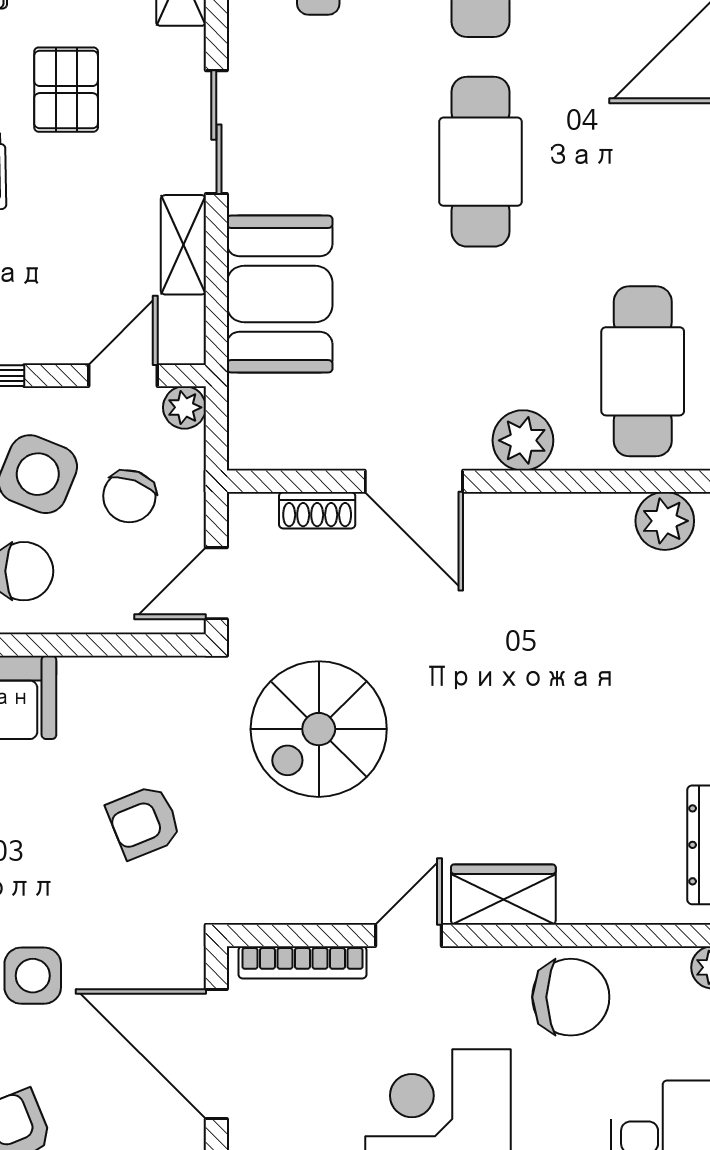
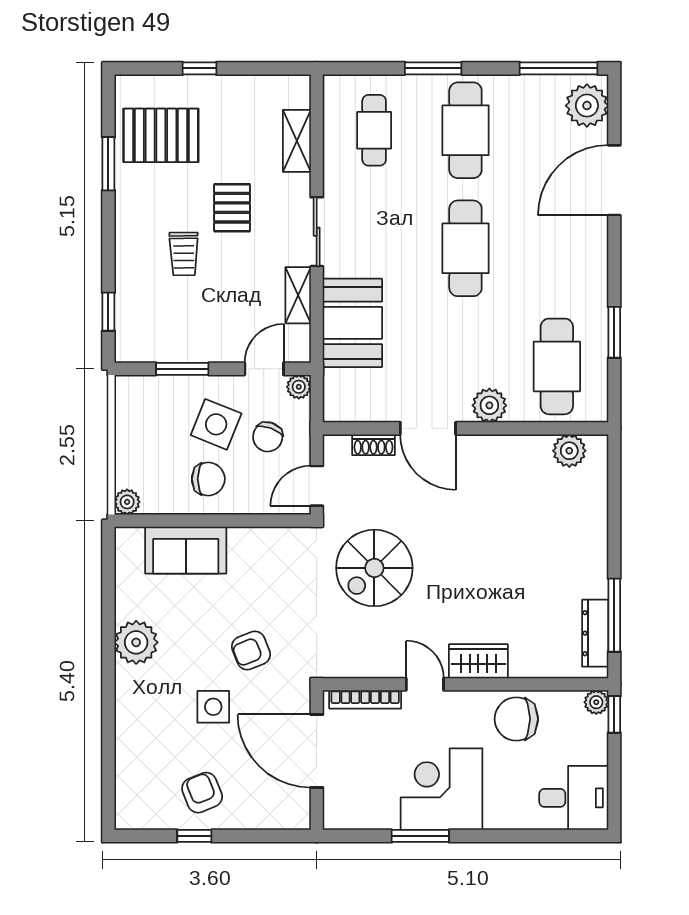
armchair: (144, 822) -> (251, 650), moved
door: (408, 935) -> (425, 684), hinge flipped
chair: (571, 997) -> (516, 719), turned 180

